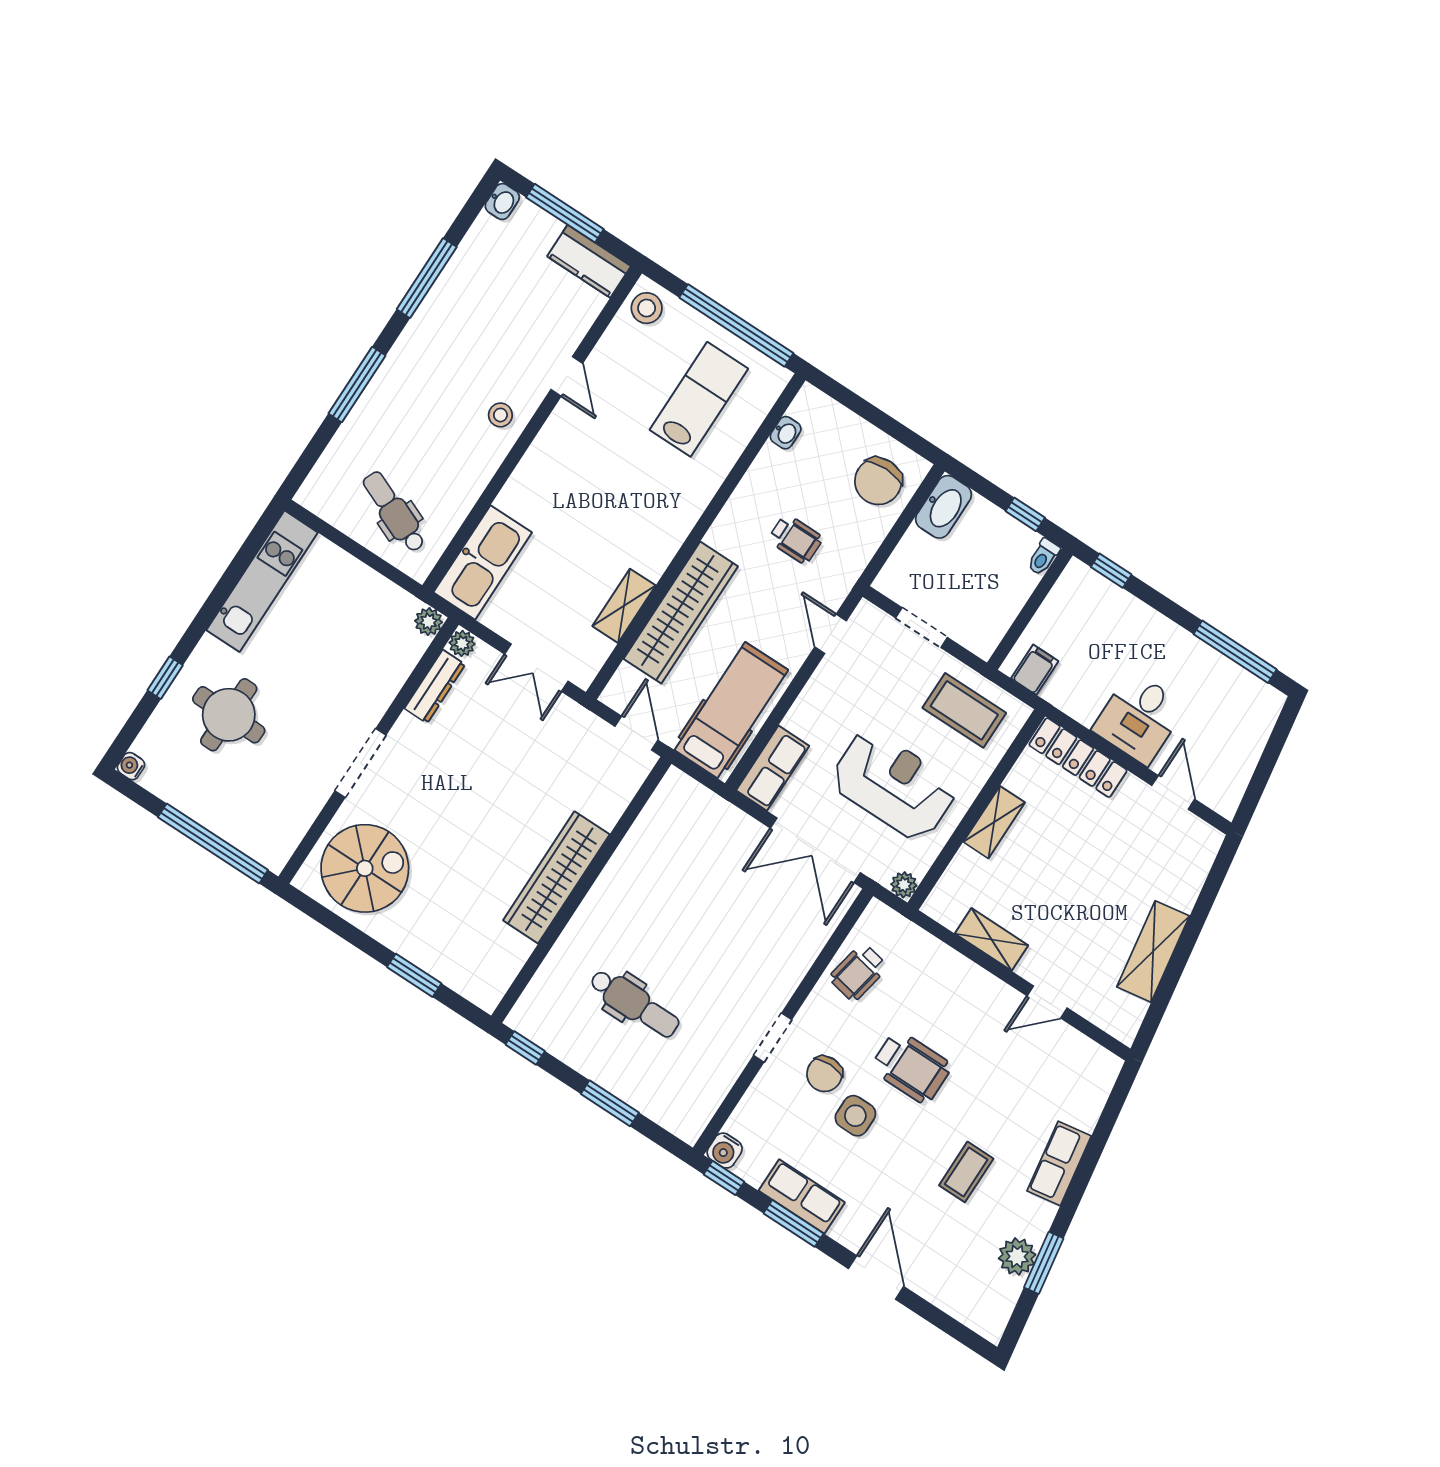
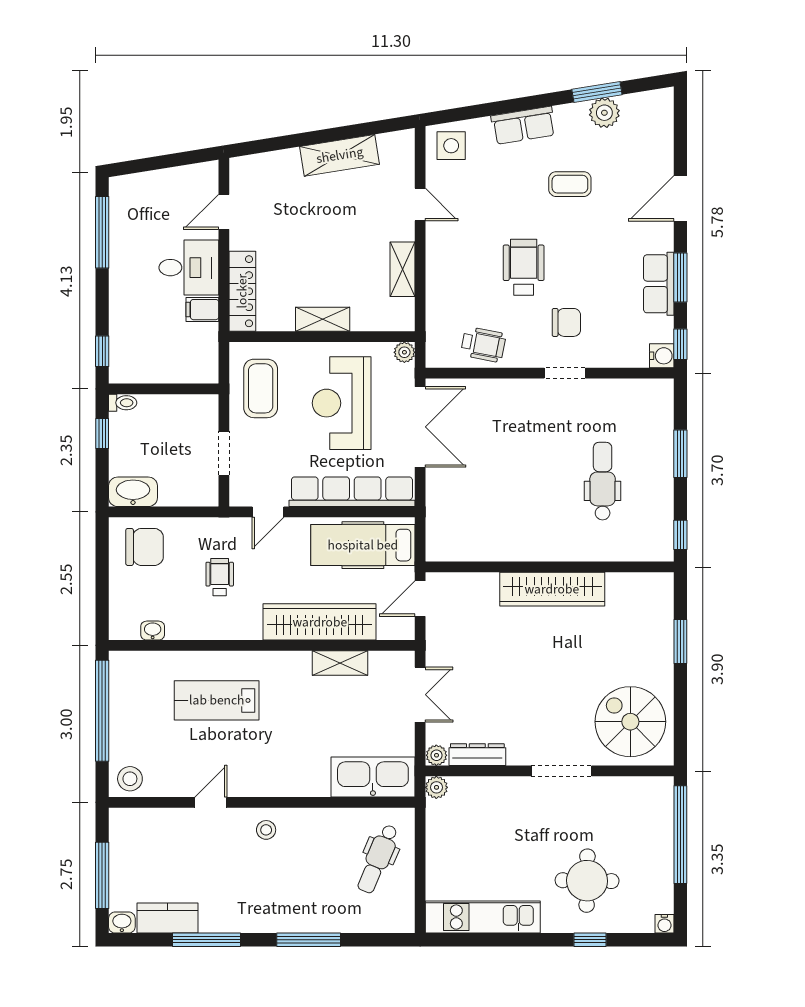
kitchen counter: (589, 261) -> (168, 918), moved, turned -90
lab bench: (699, 399) -> (217, 700), moved
filing cabinet: (1035, 670) -> (202, 310), moved
row of seats: (773, 768) -> (352, 492), width x2.02
side table: (855, 1116) -> (451, 146), moved

